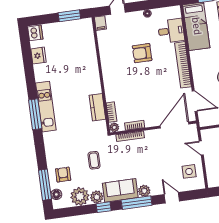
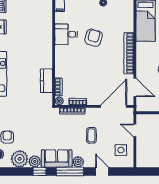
desk: (171, 31) -> (66, 34), moved, turned 180
armchair: (142, 53) -> (93, 38), turned 106
coffee table: (94, 160) -> (91, 135), moved

